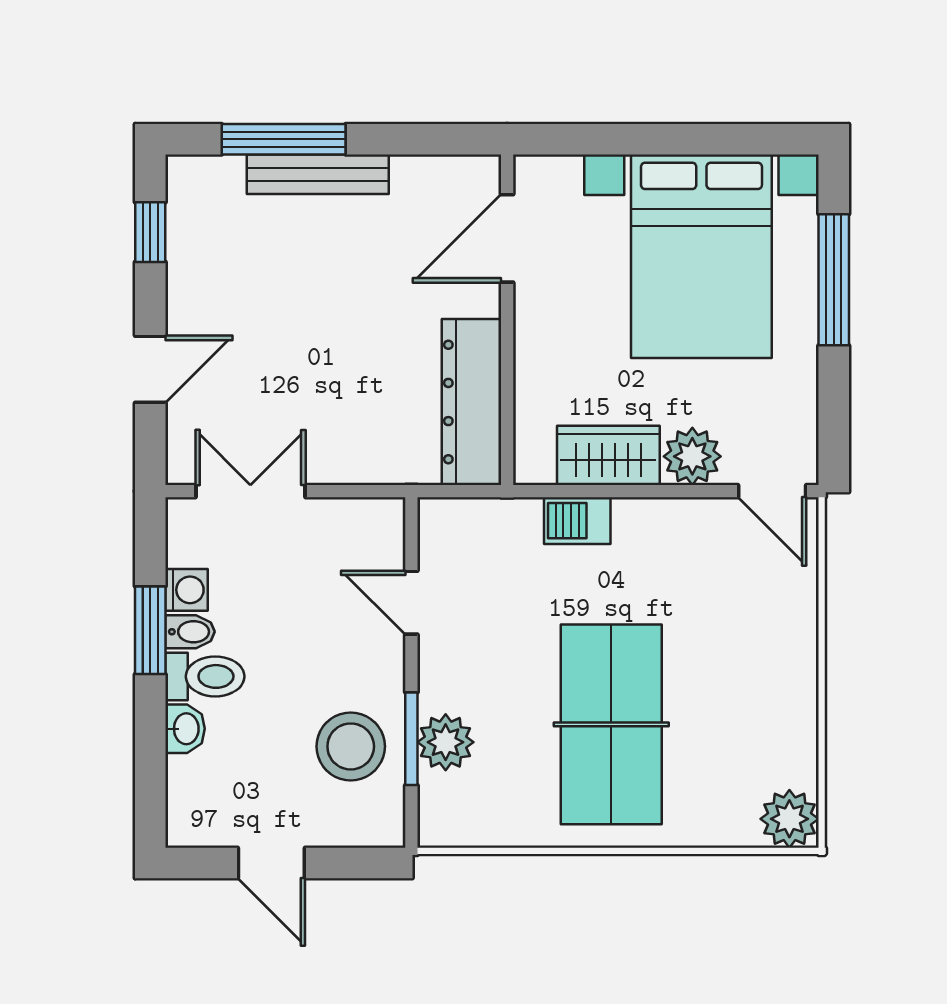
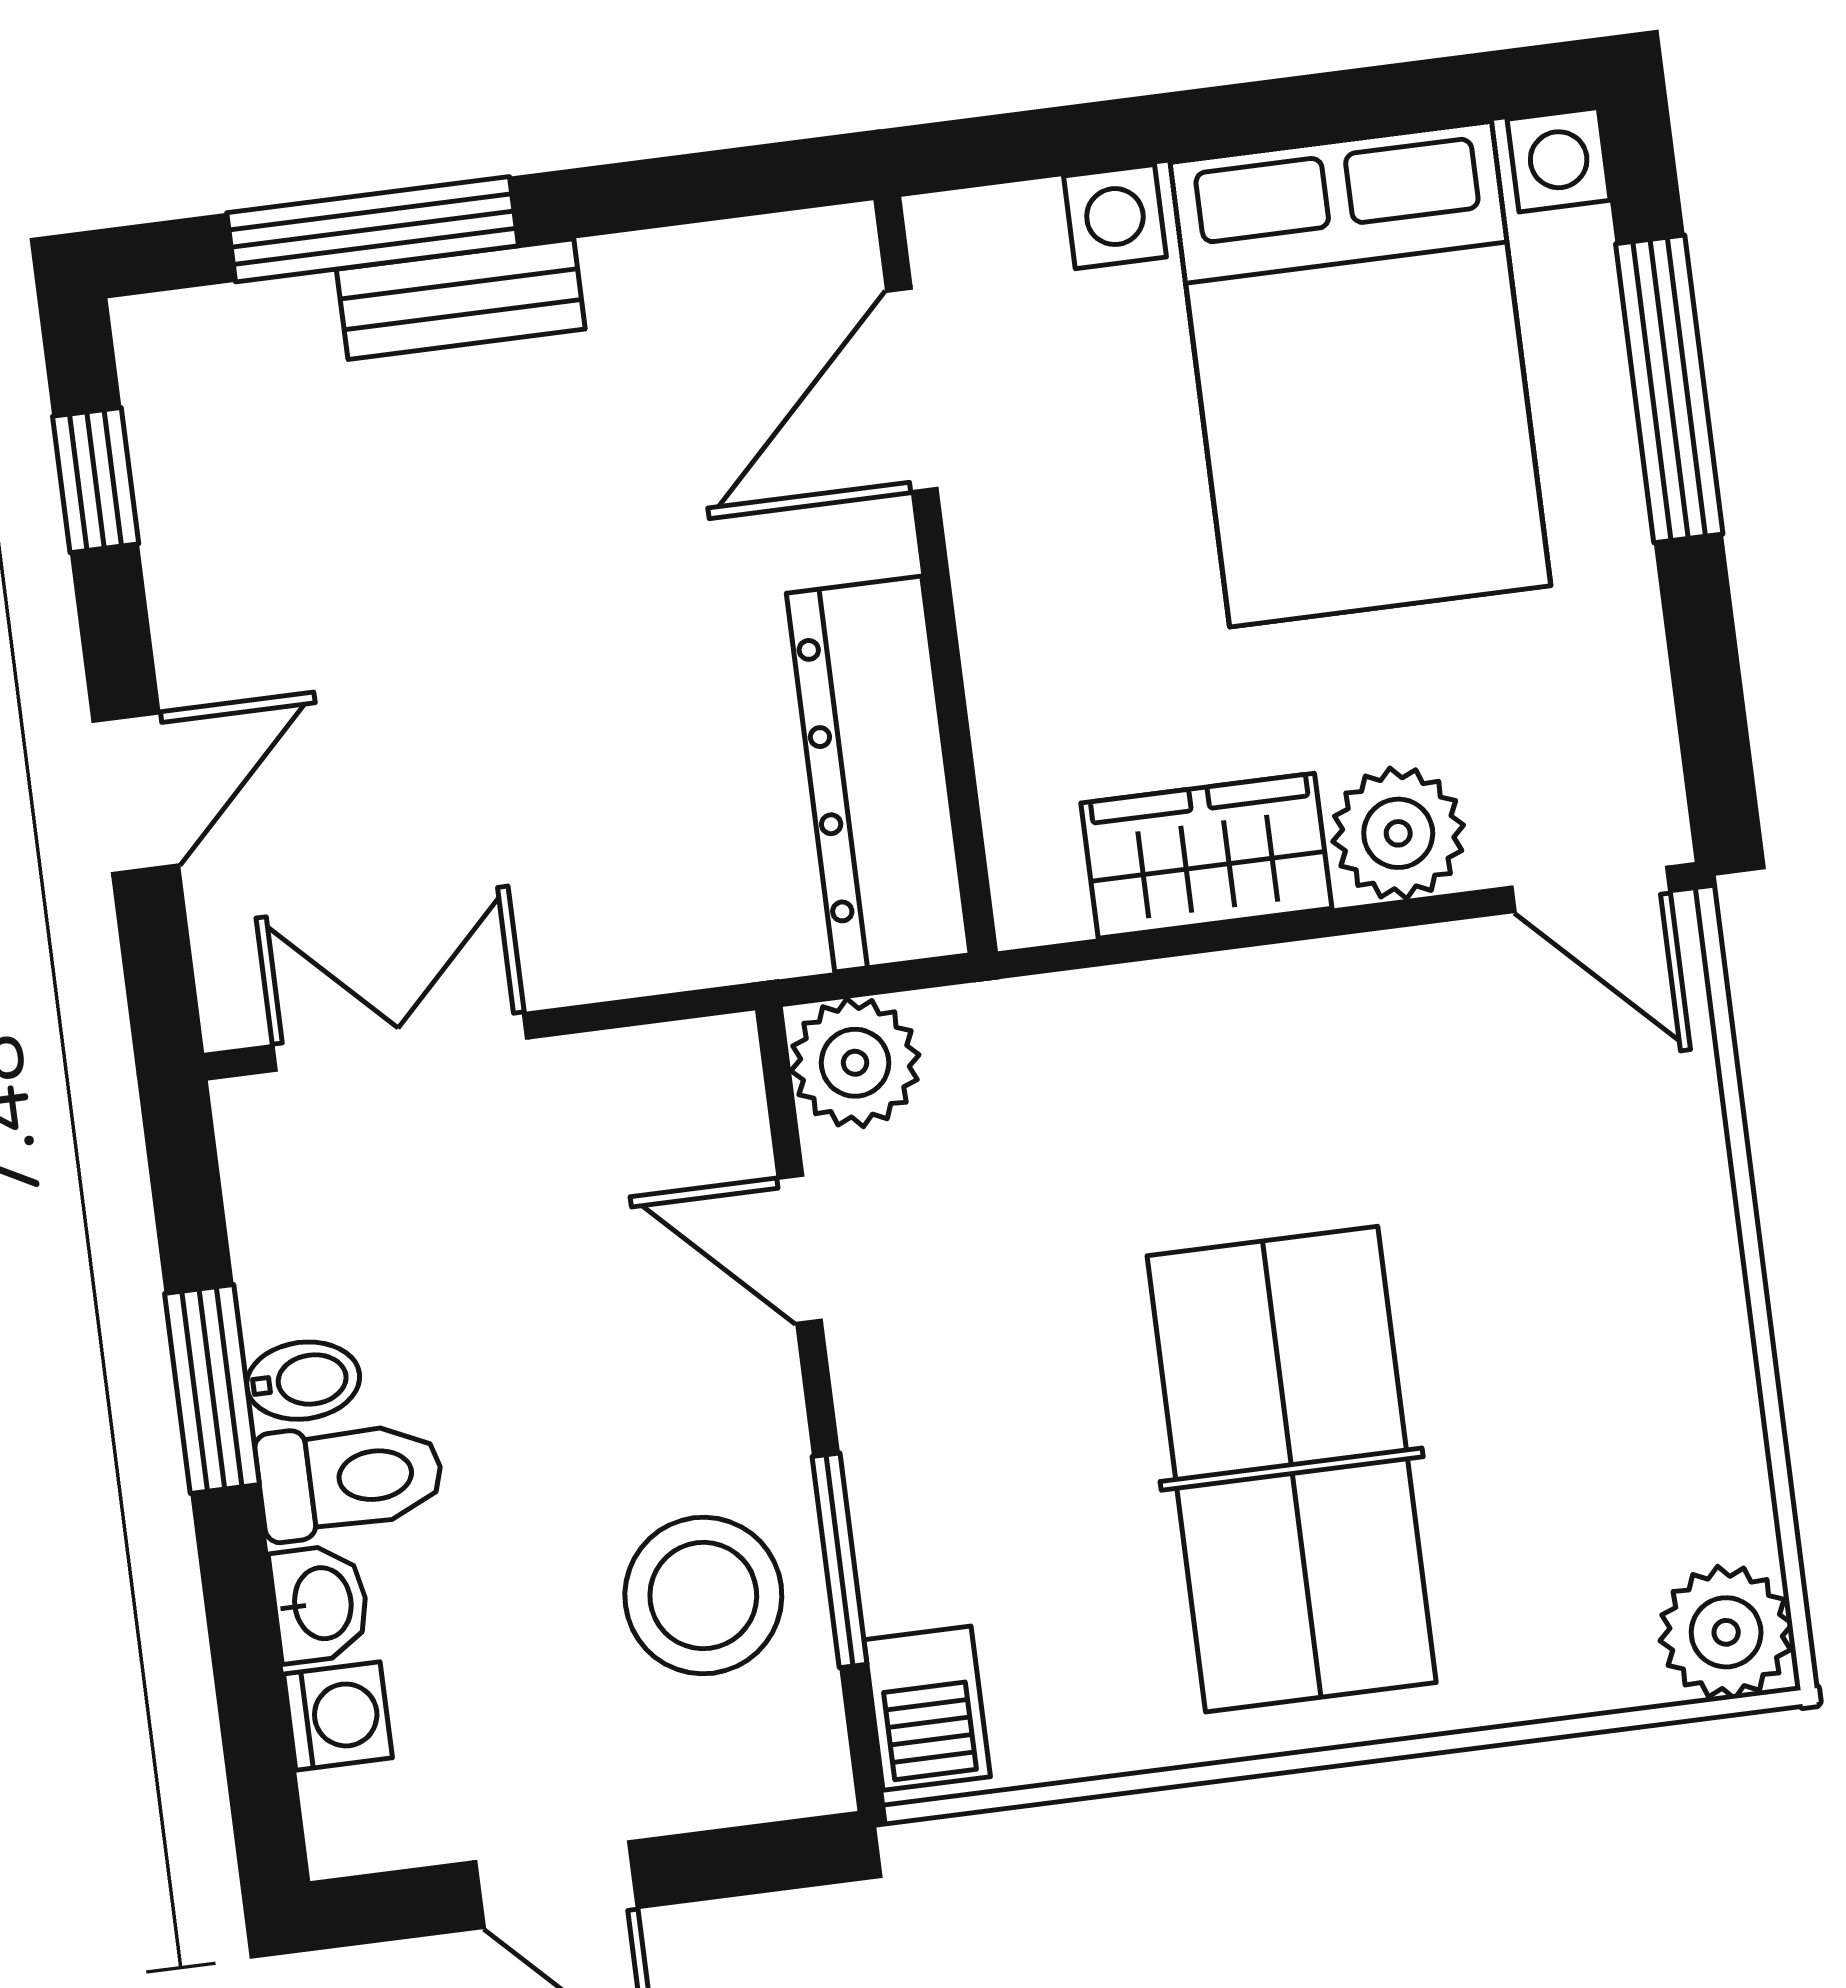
bench: (318, 174) -> (461, 299), width x0.73
barbecue: (577, 521) -> (927, 1708), moved, turned -90
washing machine: (187, 590) -> (338, 1716), moved
plant: (446, 742) -> (855, 1063), moved

